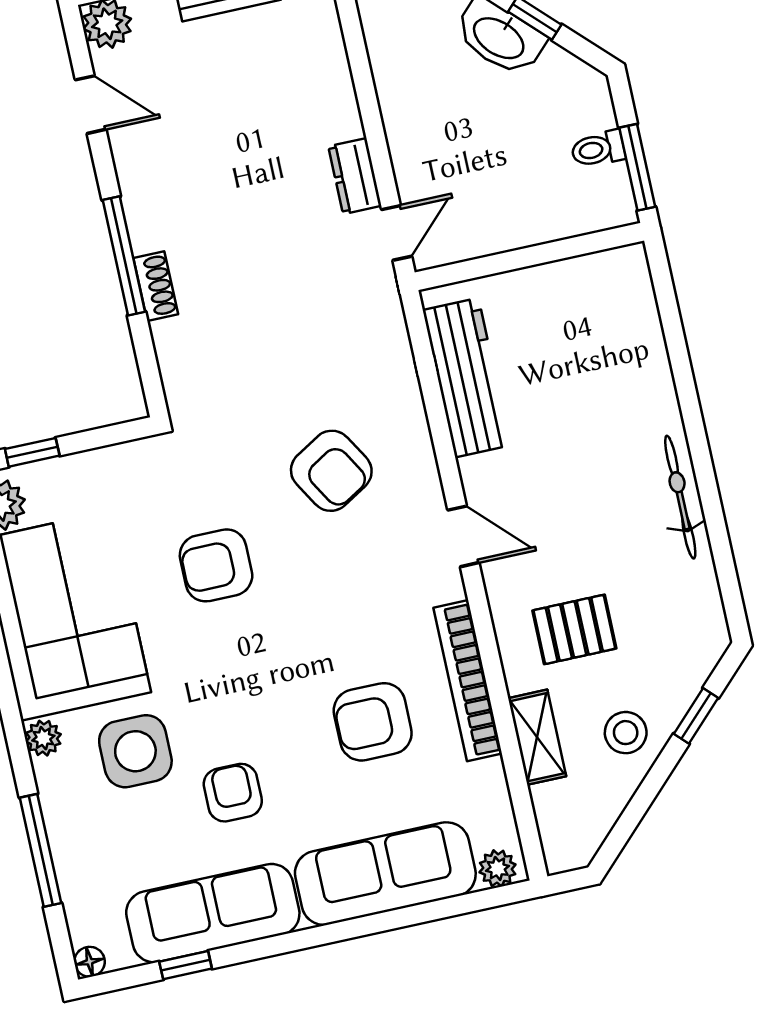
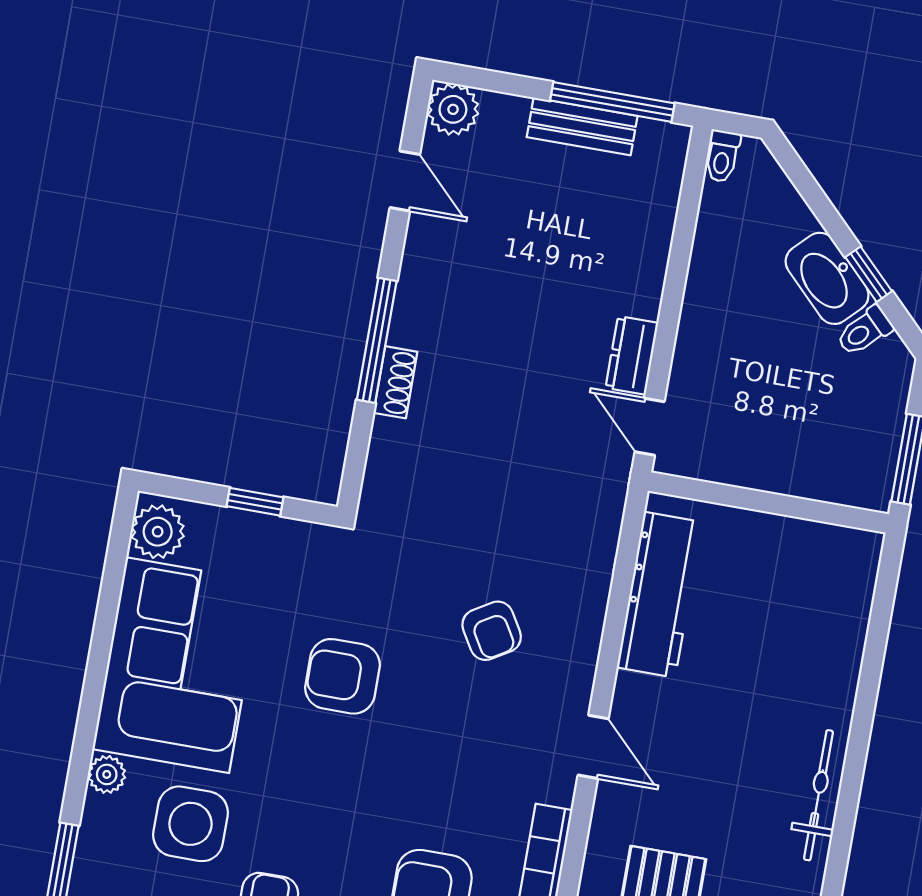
toilet: (598, 149) -> (865, 331), moved, turned -45
door: (397, 233) -> (650, 427), swing flipped
window: (32, 452) -> (255, 502), moved
armchair: (331, 471) -> (492, 631), width x0.72, depth x0.72

